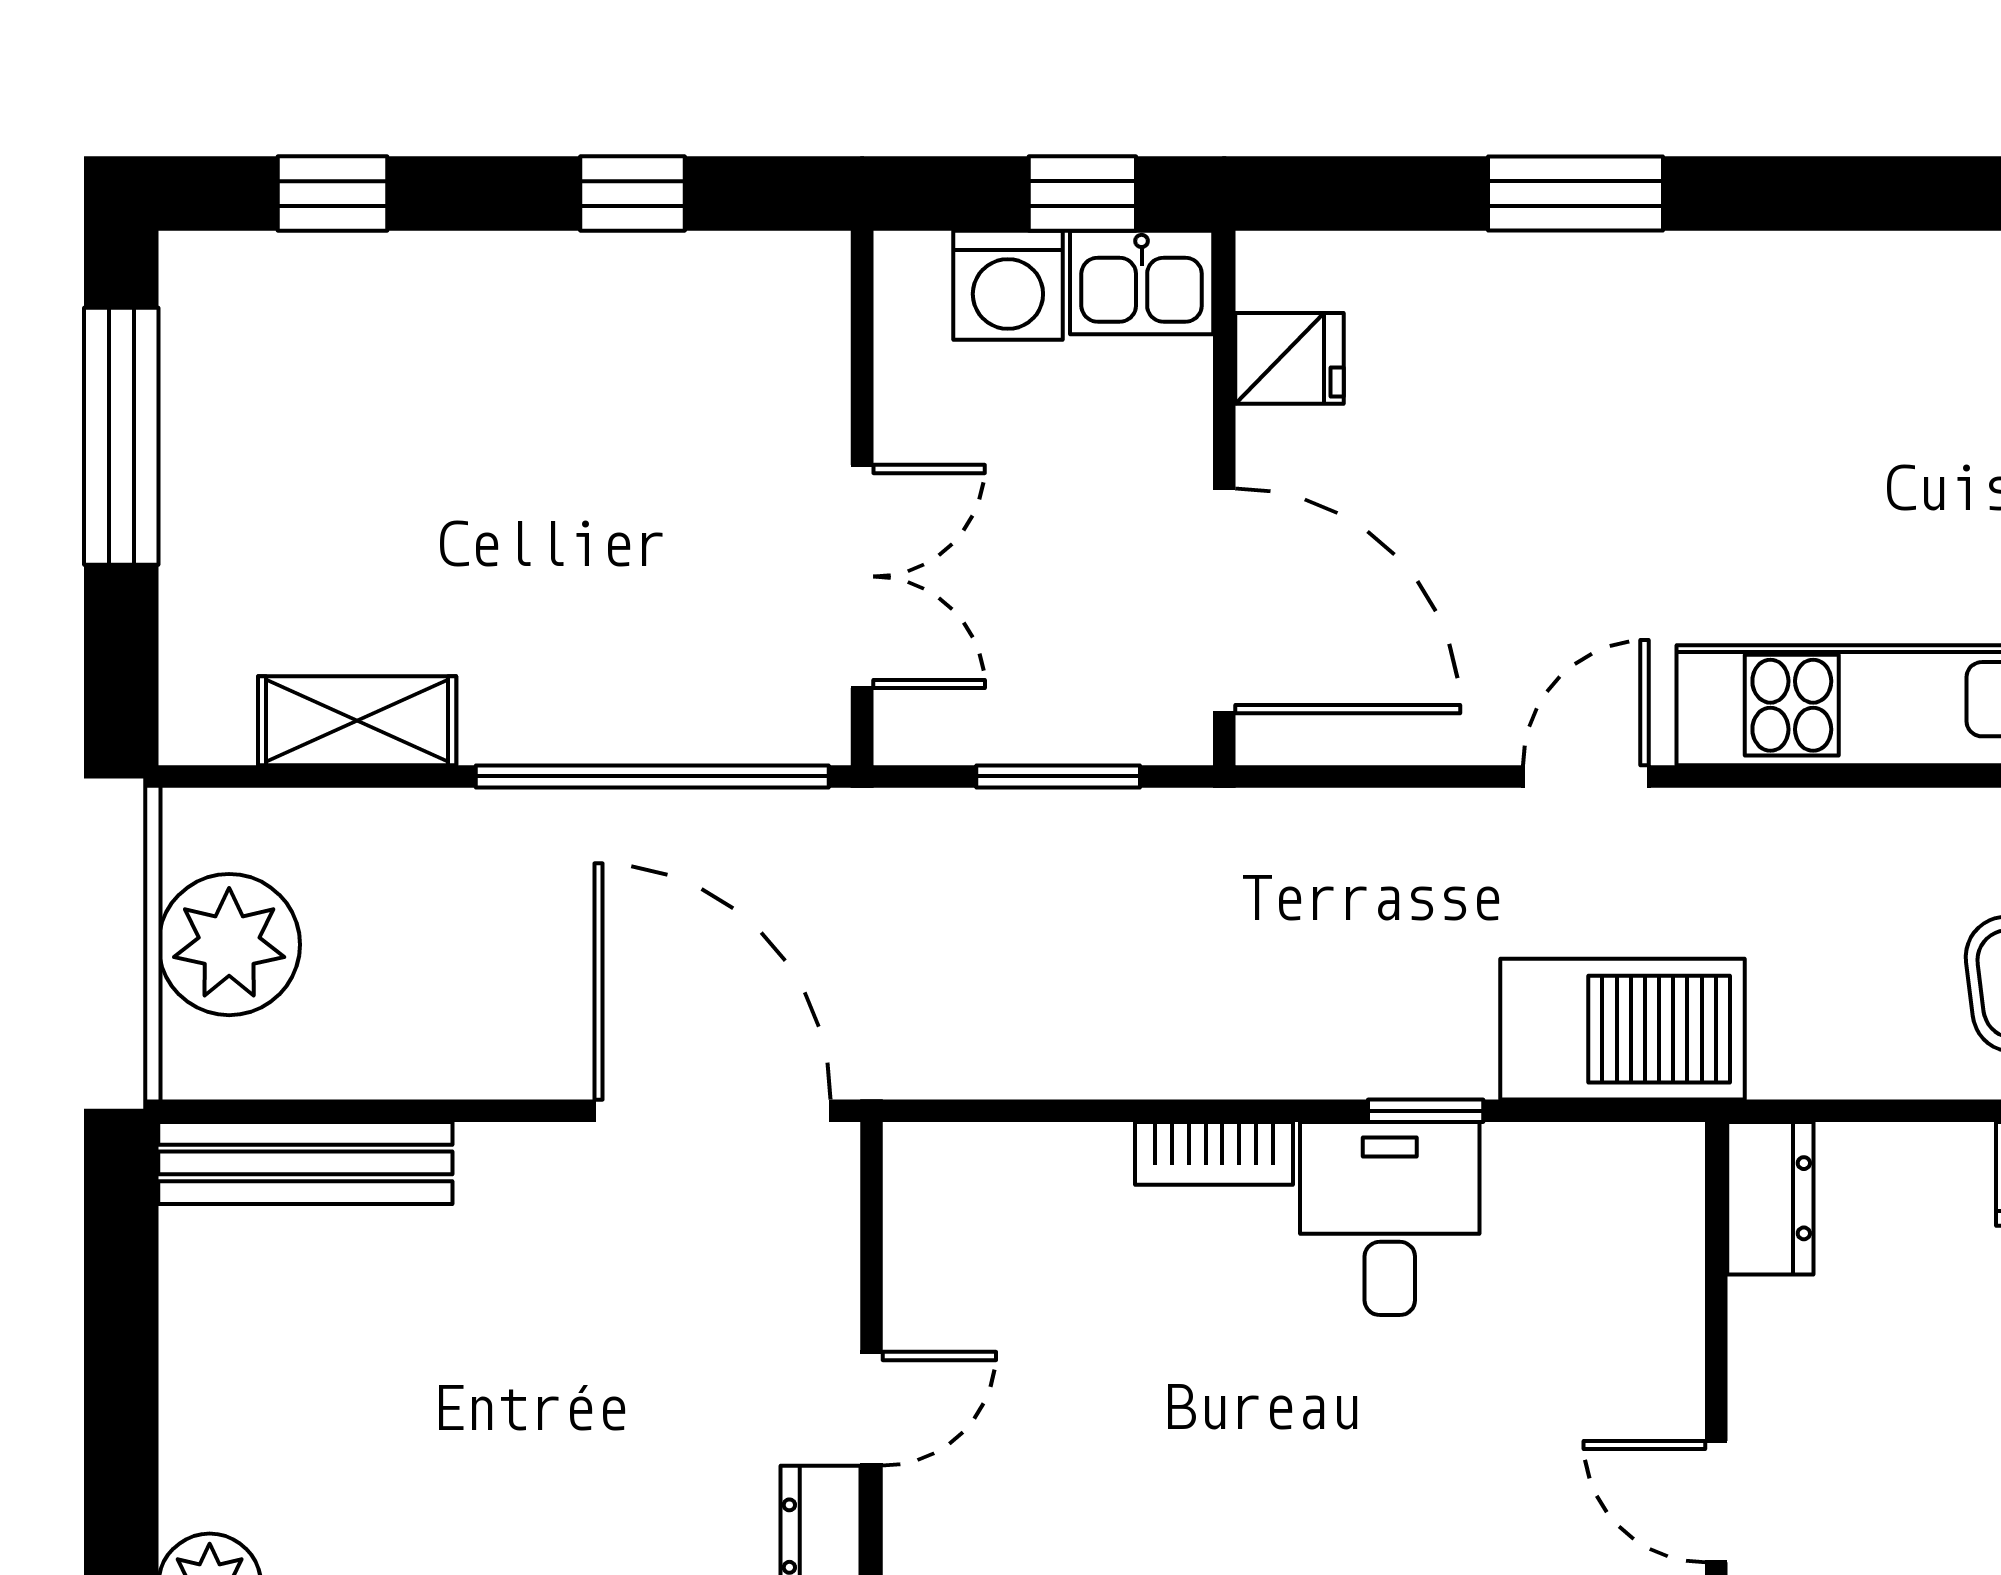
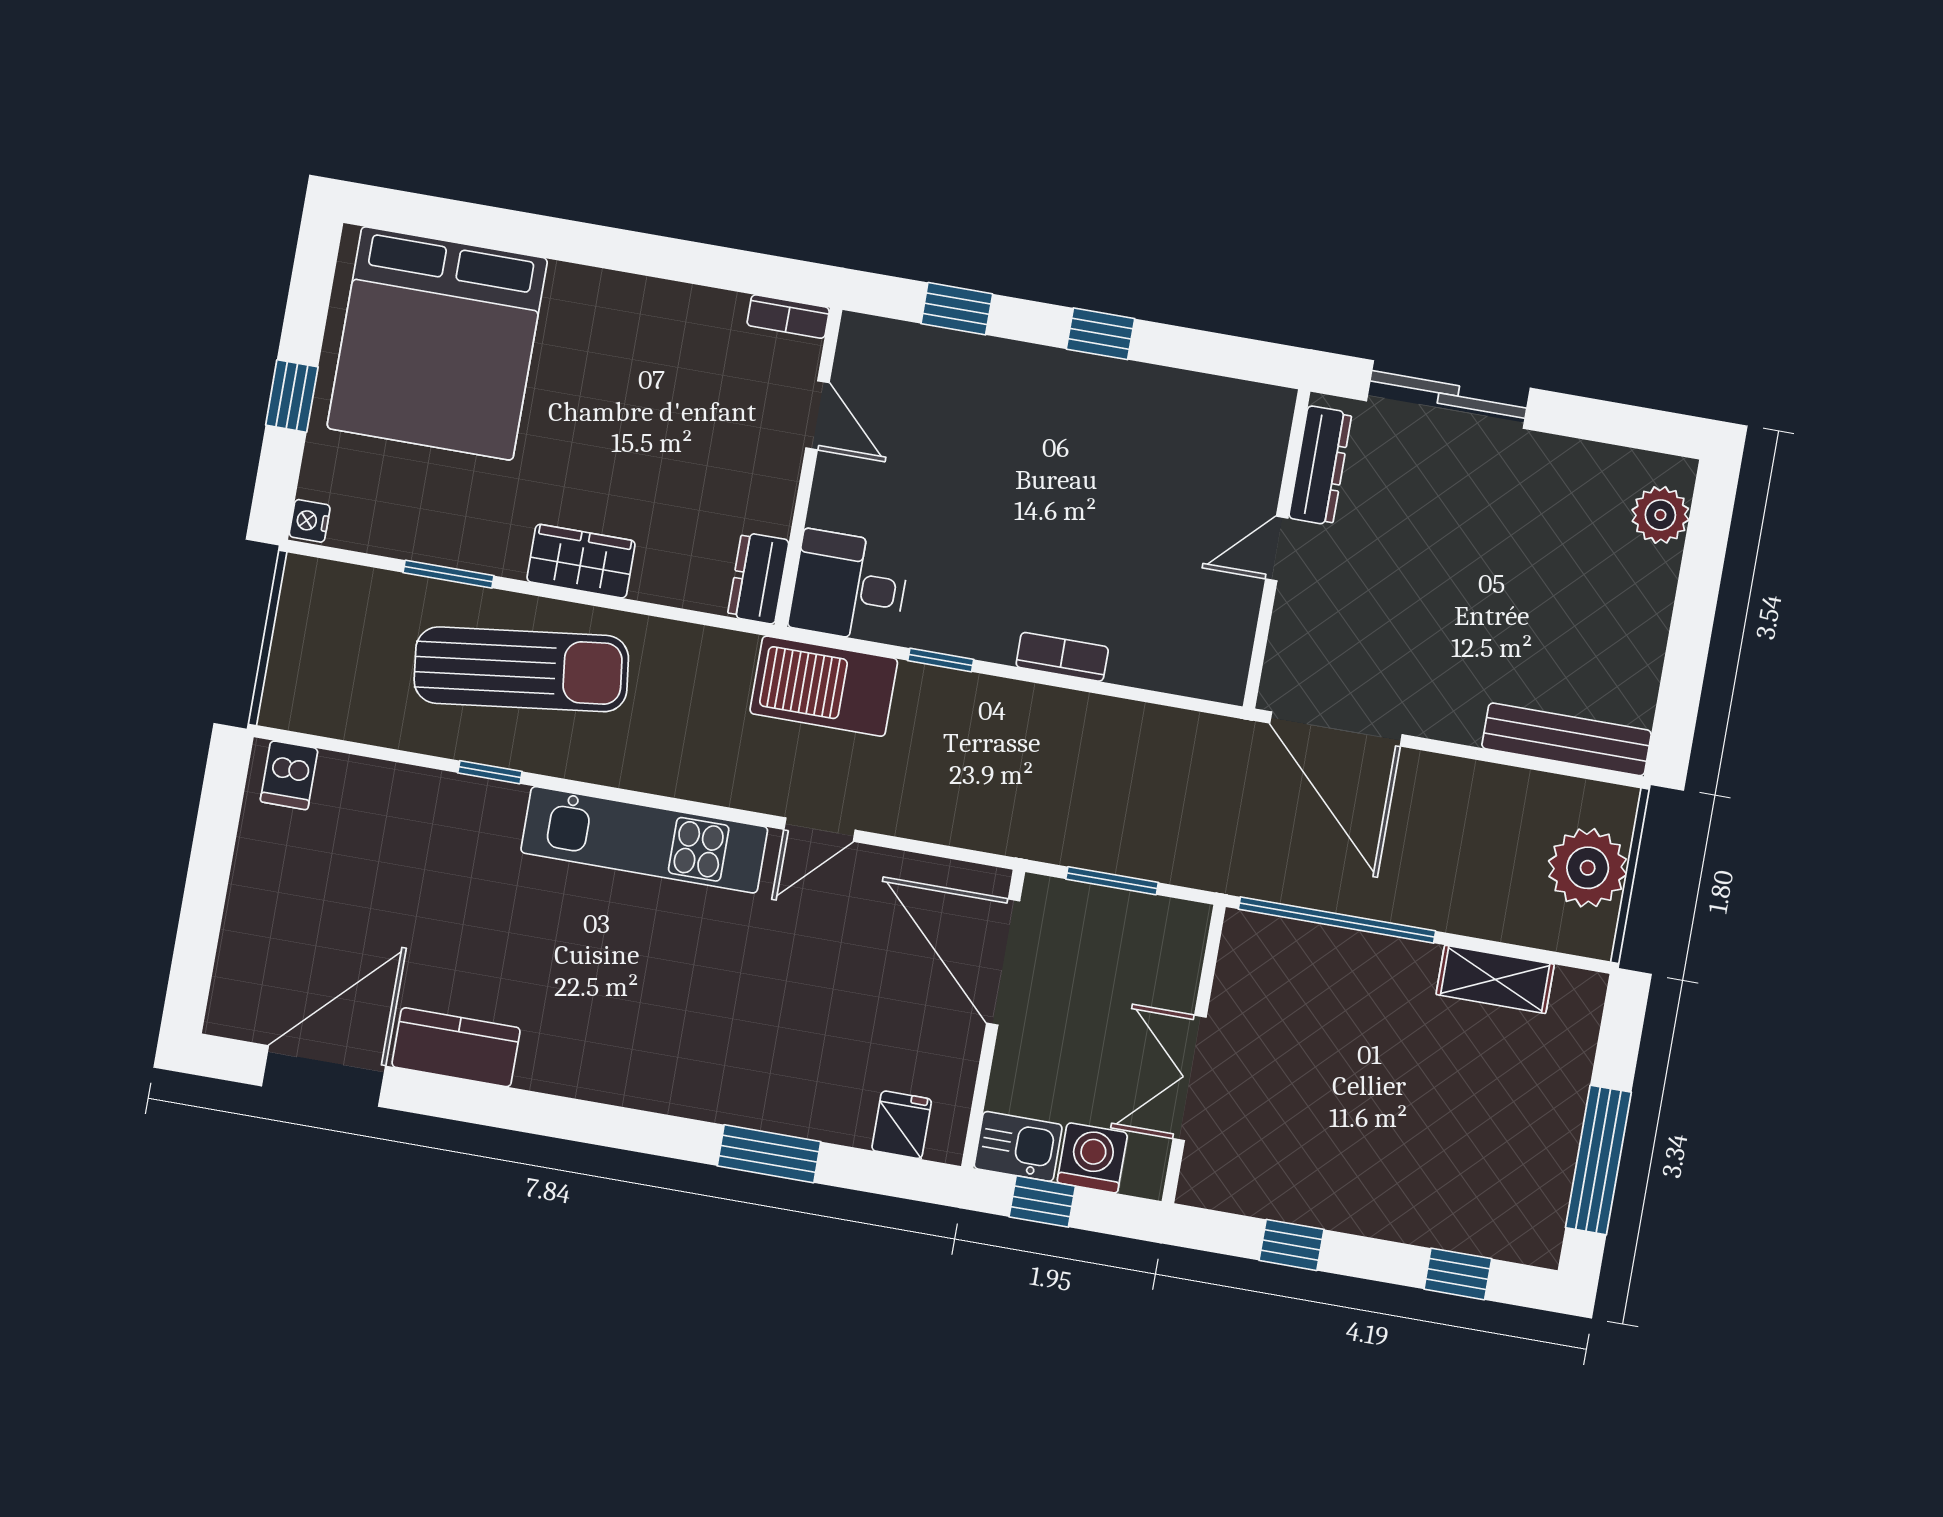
fridge: (1289, 358) -> (902, 1125), moved, turned 90
double door: (862, 576) -> (1190, 1078), moved
desk: (1390, 1218) -> (849, 586), moved, turned 90

